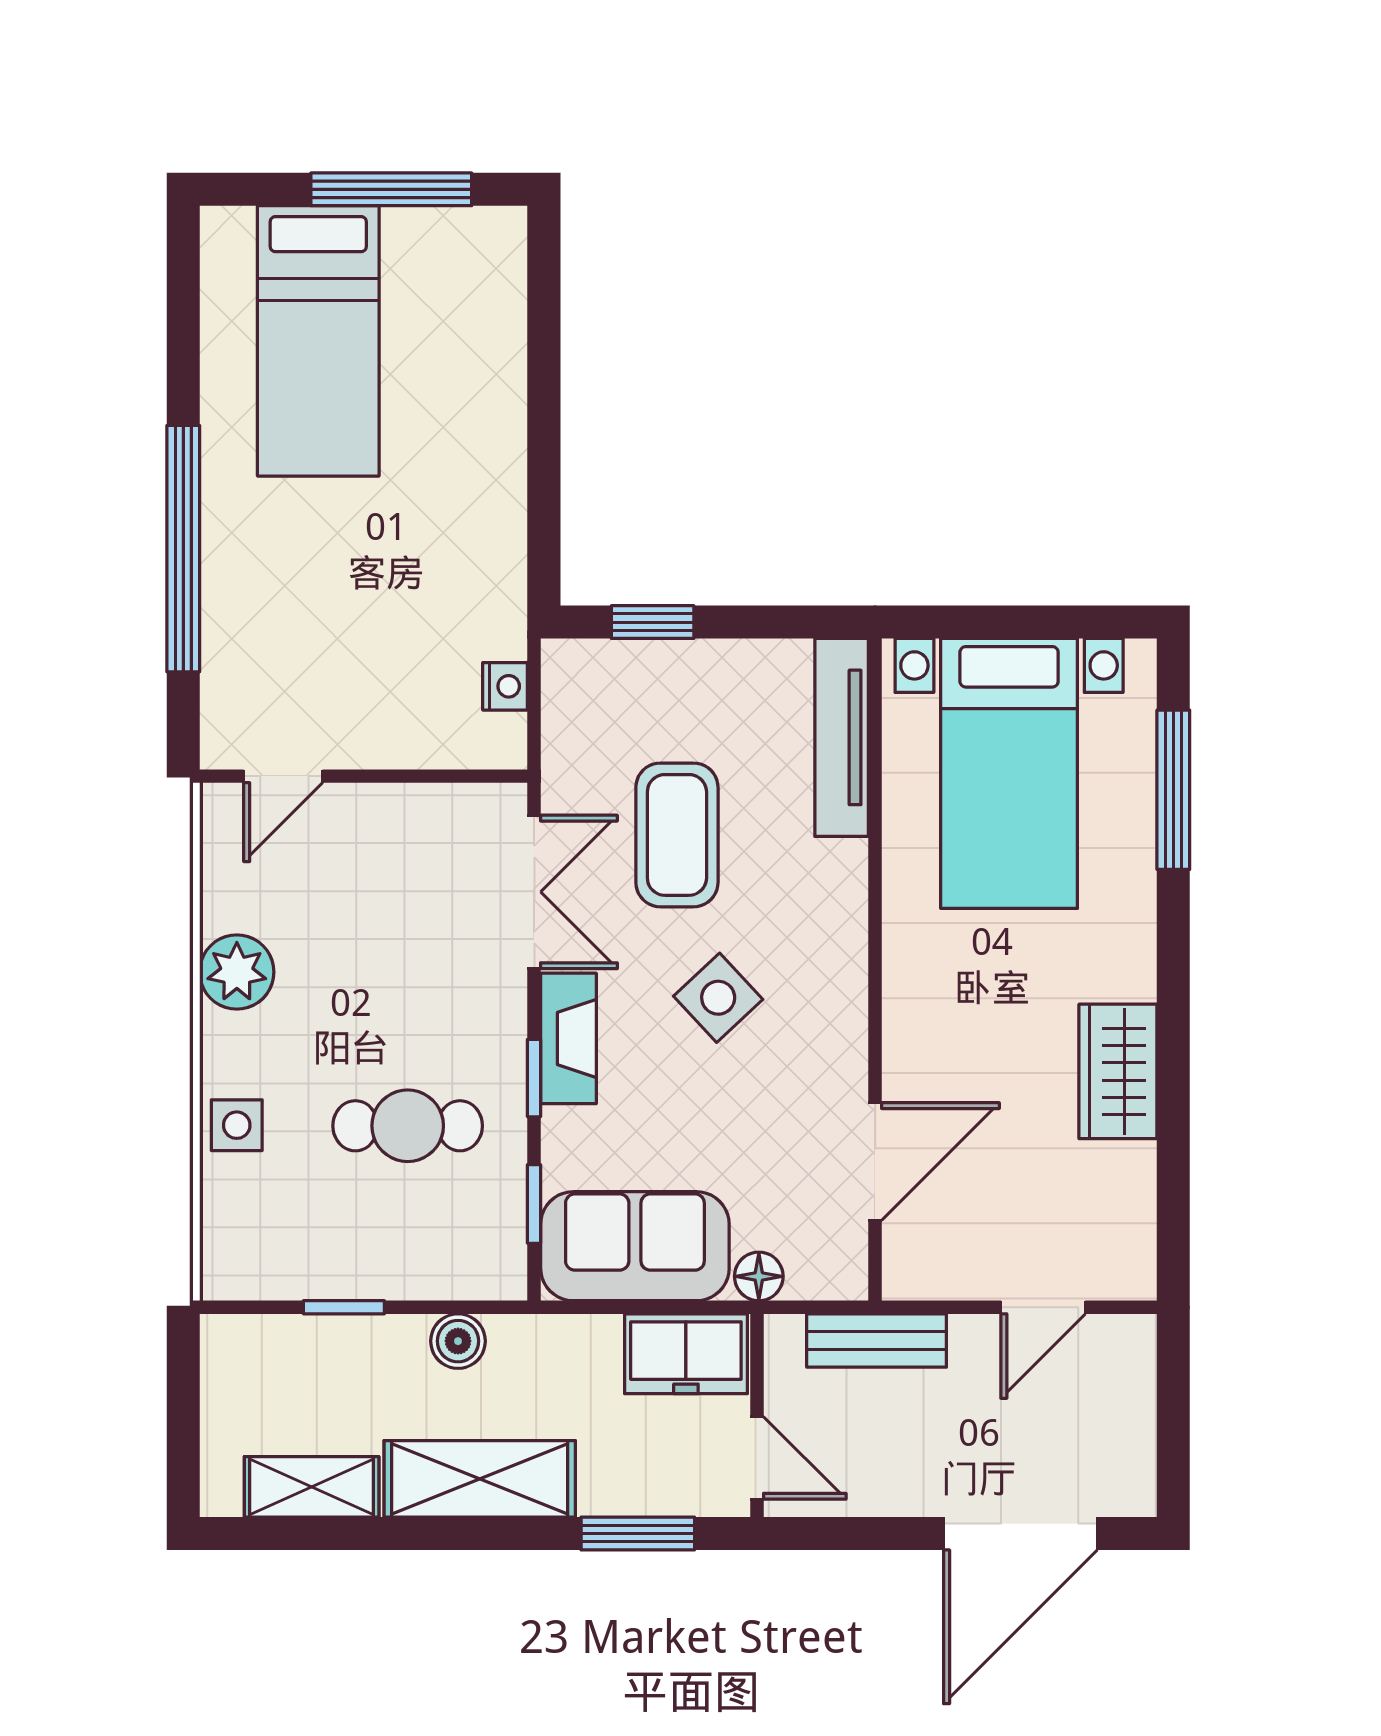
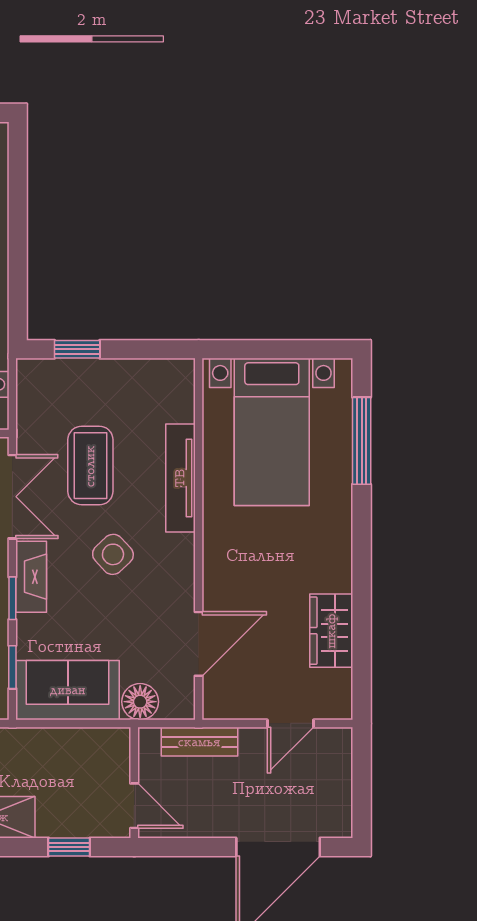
tv unit: (842, 737) -> (180, 478), moved
wardrobe: (1118, 1071) -> (331, 631), moved
floor lamp: (759, 1276) -> (140, 702), width x1.37, depth x1.37
freezer: (686, 1354) -> (95, 749), removed
window: (638, 1534) -> (69, 847), width x0.67

